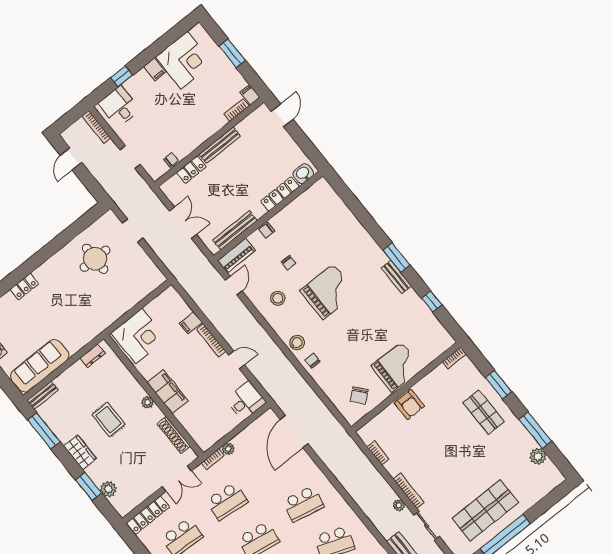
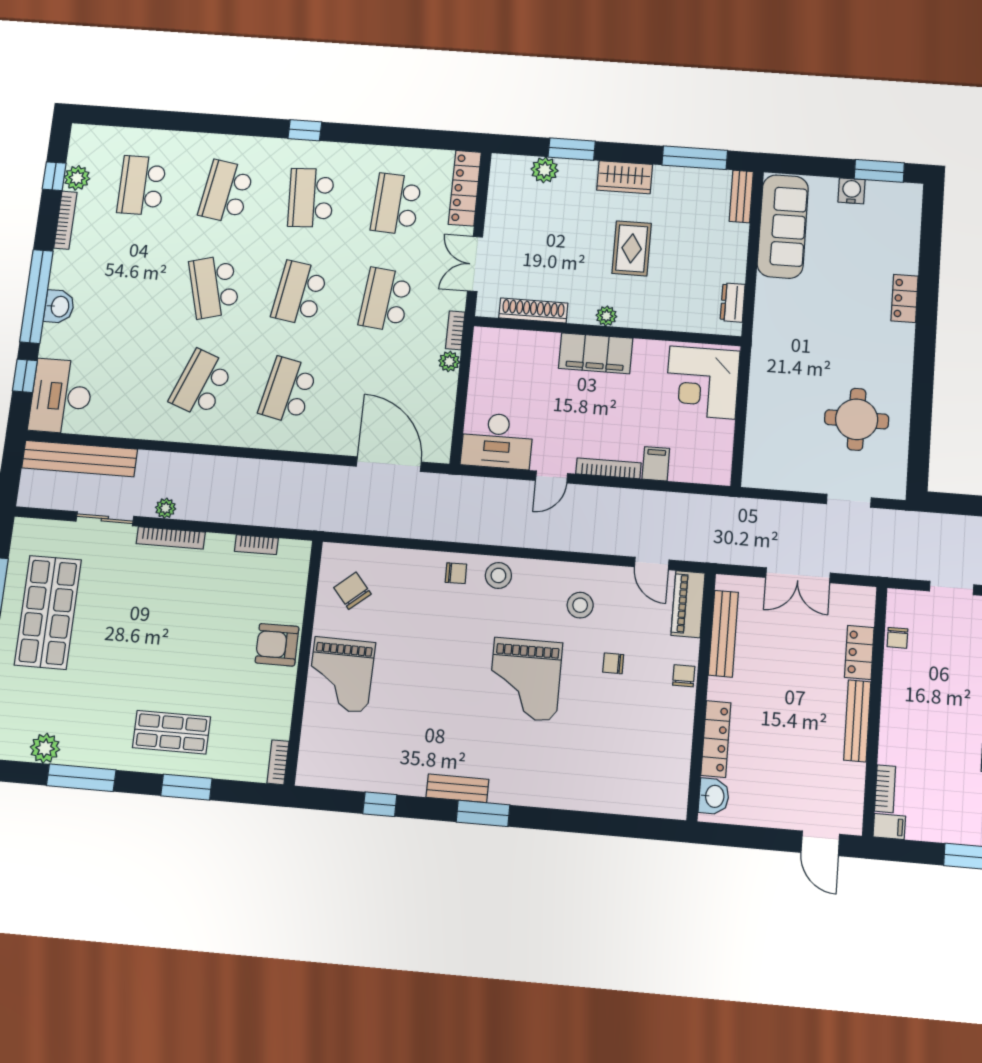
desk: (246, 401) -> (497, 441), width x1.37
rug: (108, 420) -> (632, 248), turned 90

